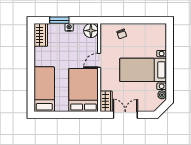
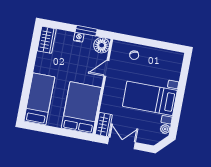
window: (59, 20) -> (86, 31), moved
door: (99, 60) -> (106, 68), moved

